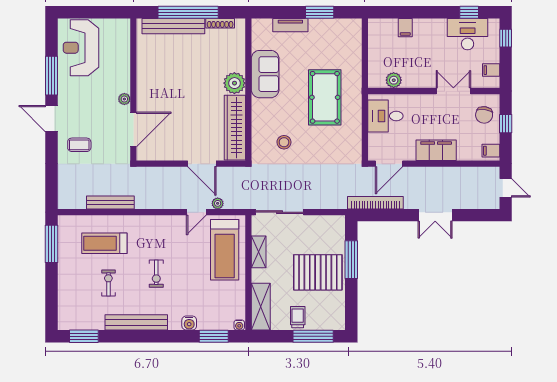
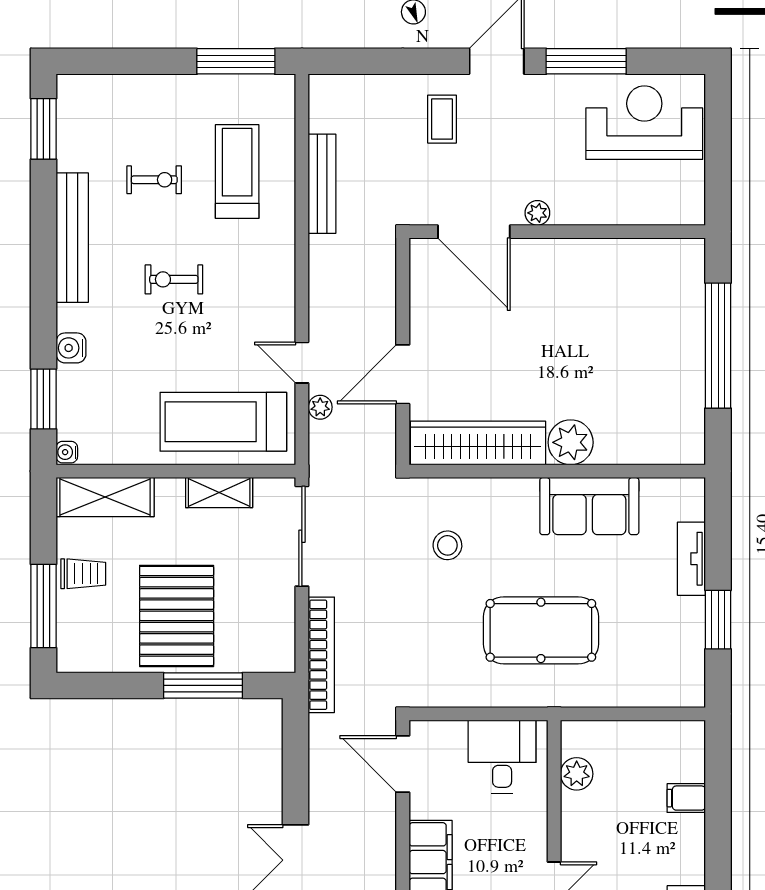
shoe rack: (220, 23) -> (695, 412), removed
bench: (173, 26) -> (689, 315), removed
bookcase: (375, 203) -> (321, 655), moved

